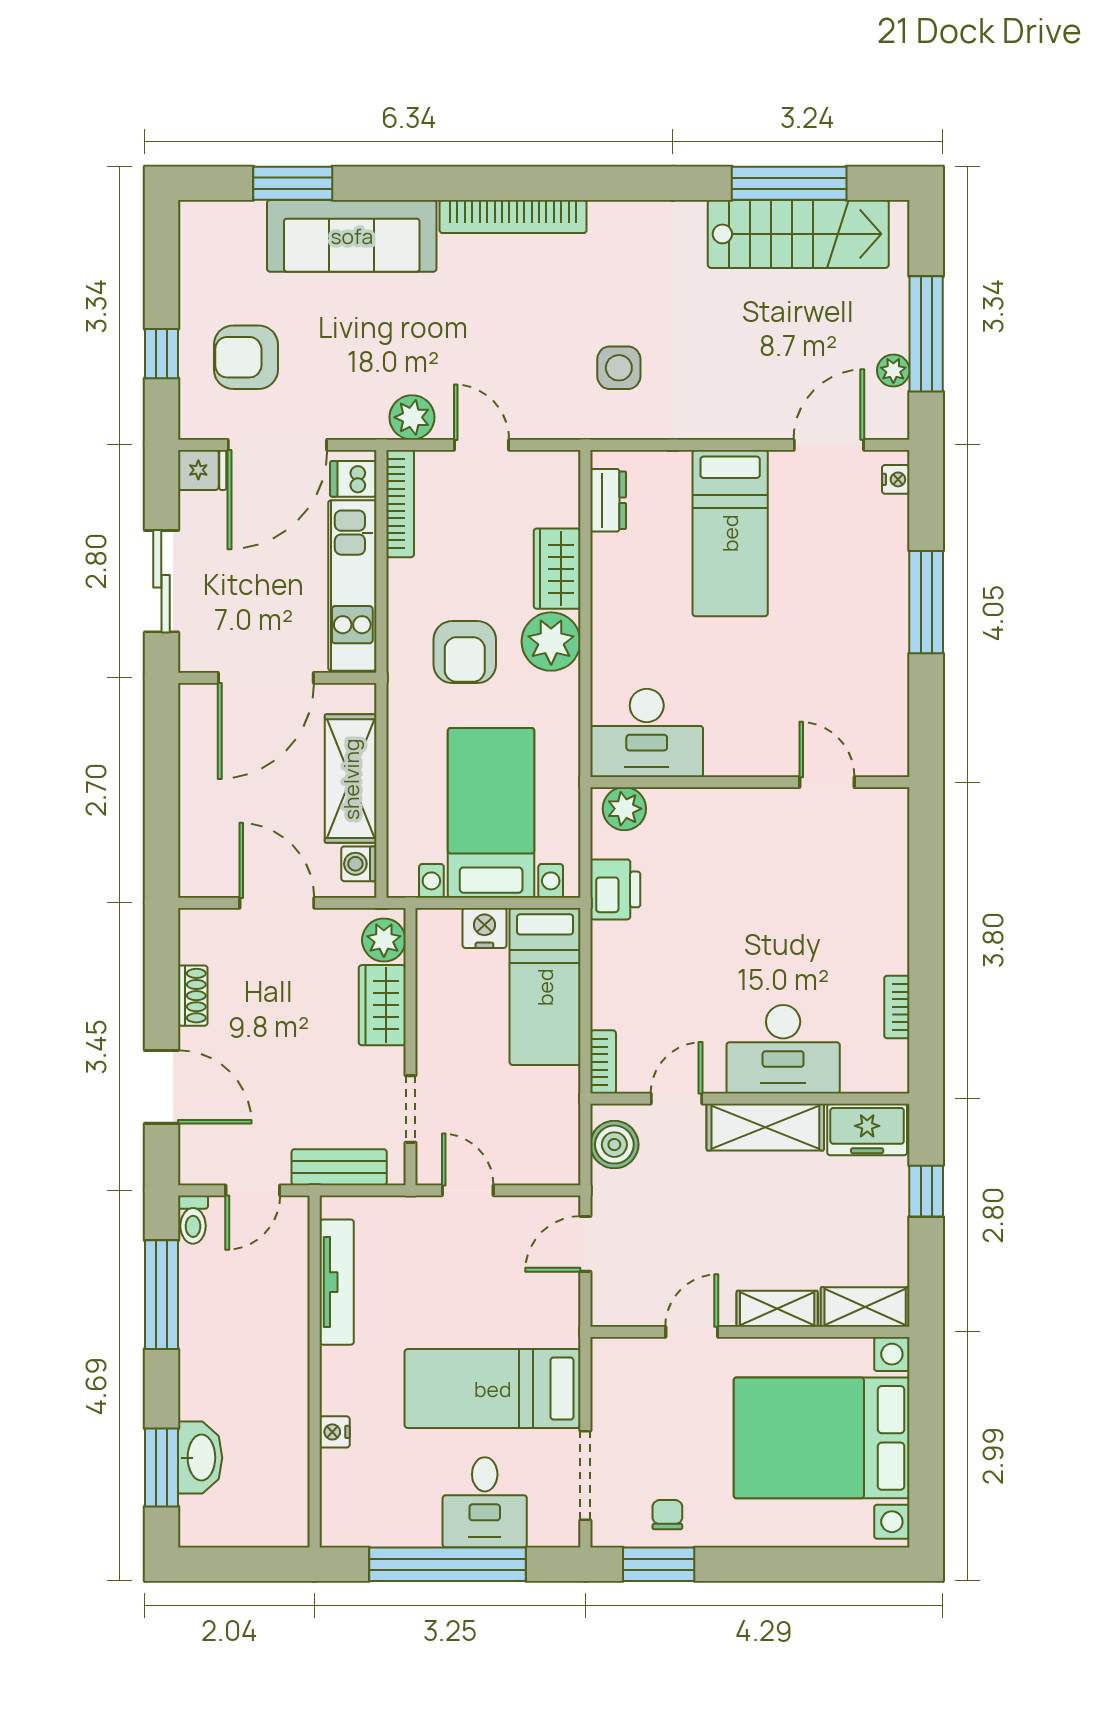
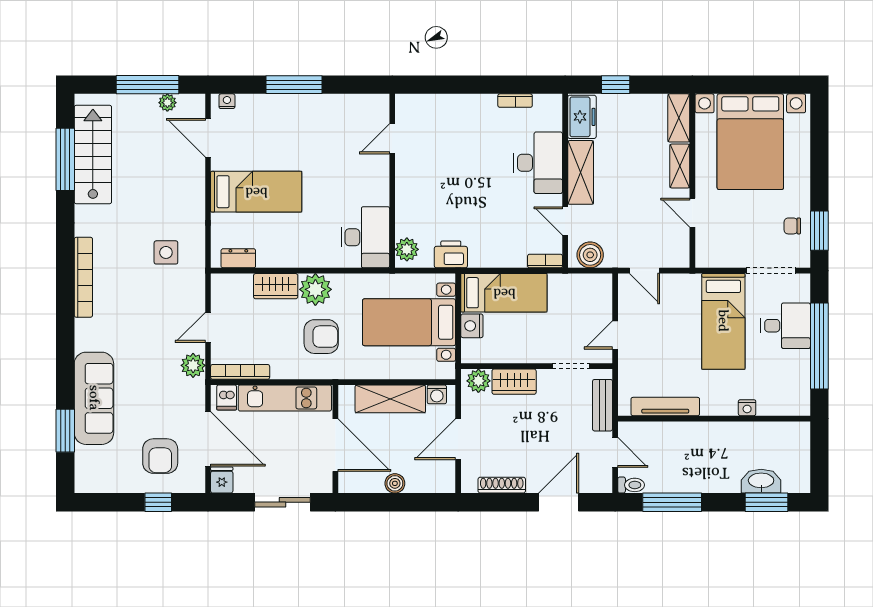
bookcase: (513, 217) -> (83, 277), moved
boiler: (196, 787) -> (395, 483), added
shoe rack: (193, 996) -> (502, 485), width x1.43

